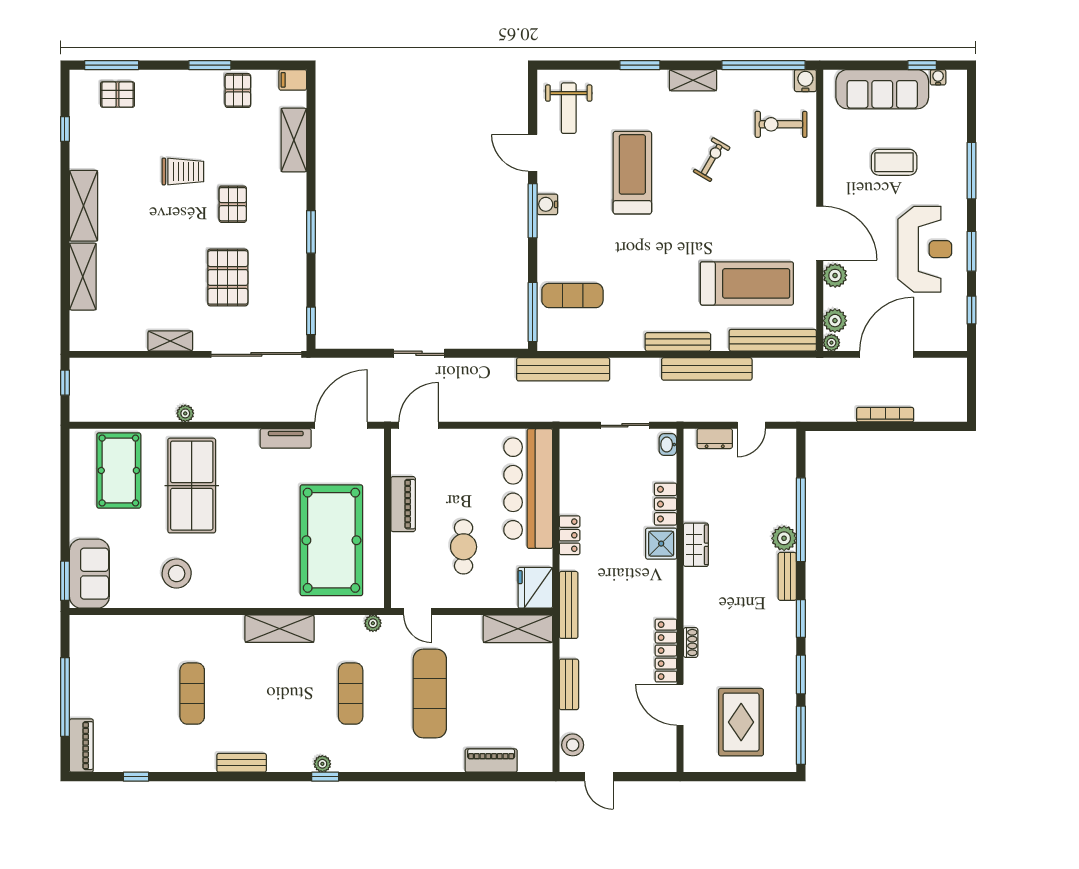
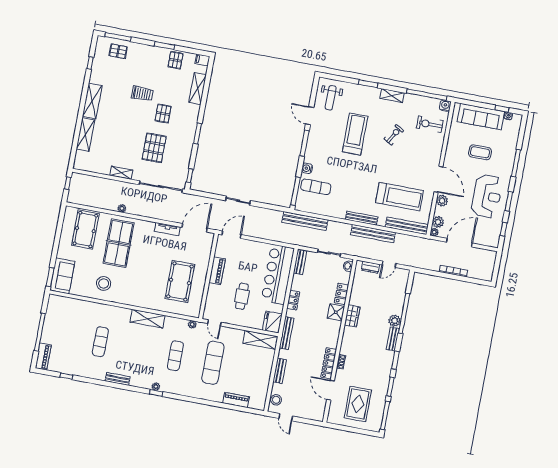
water cooler: (547, 204) -> (307, 168), moved
bench: (569, 455) -> (300, 262), added
pool table: (331, 540) -> (180, 281), width x0.73, depth x0.76

